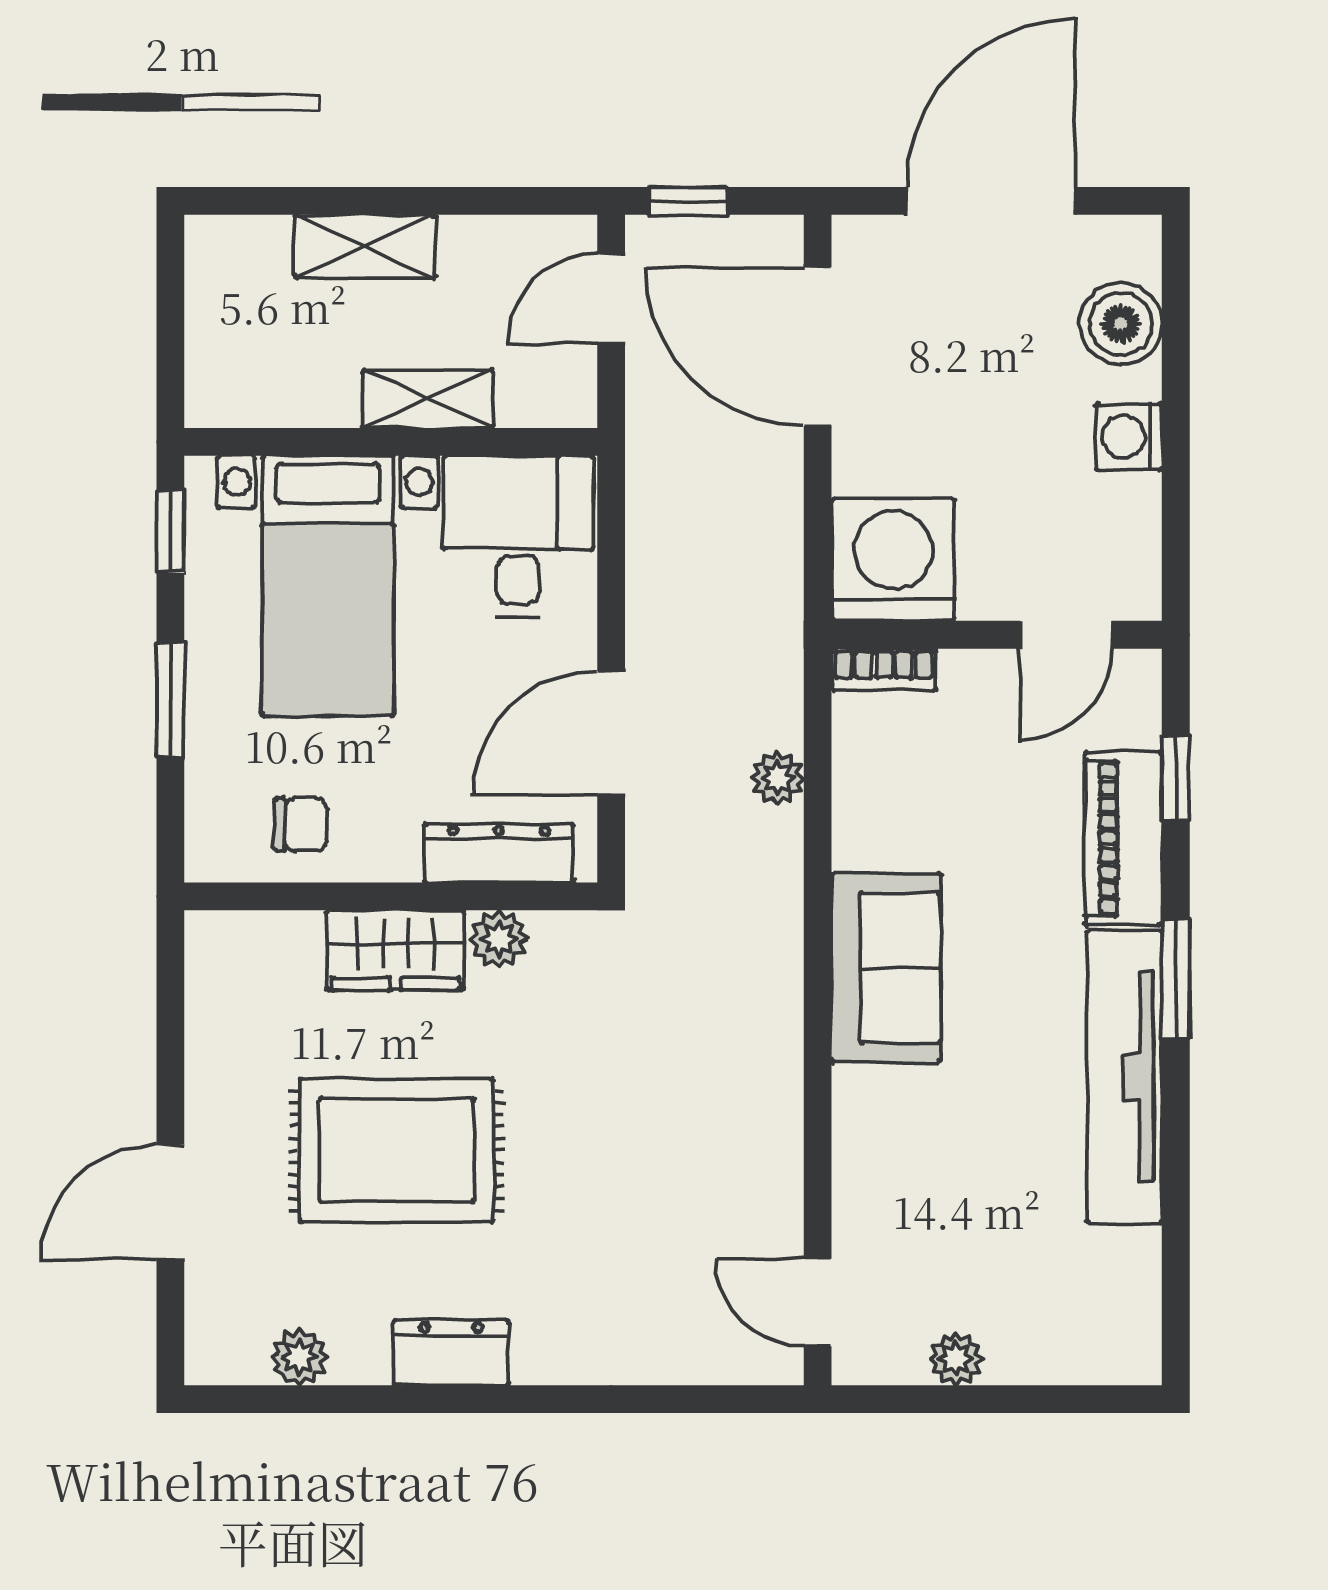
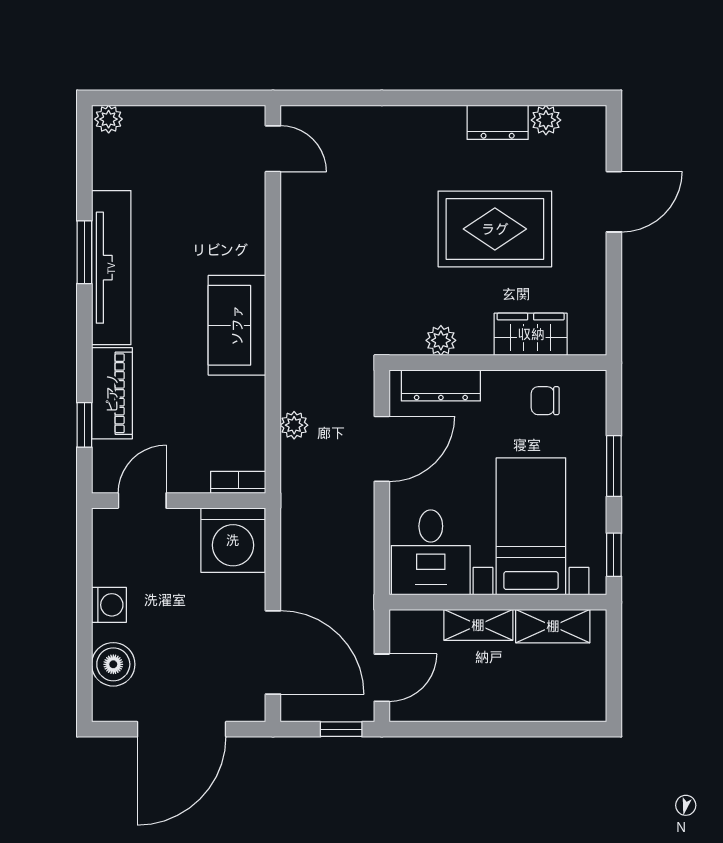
shelving: (365, 246) -> (553, 626), moved
wardrobe: (396, 950) -> (531, 334), moved
window: (1176, 979) -> (84, 252), moved
dresser: (451, 1353) -> (498, 122), moved
plant: (956, 1359) -> (109, 119), moved

